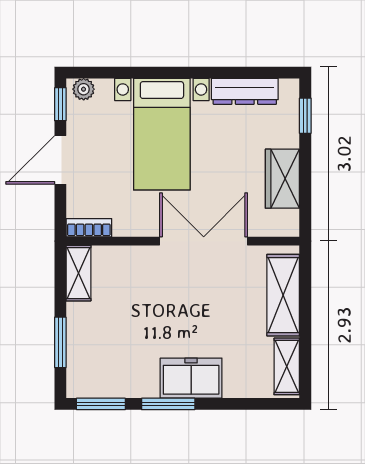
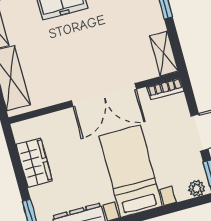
double door: (204, 241) -> (104, 95), moved

